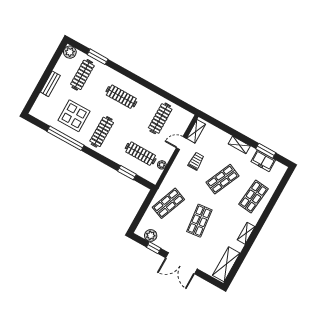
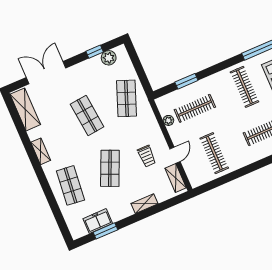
shelving: (239, 145) -> (144, 204), moved
double door: (181, 263) -> (46, 73), moved

